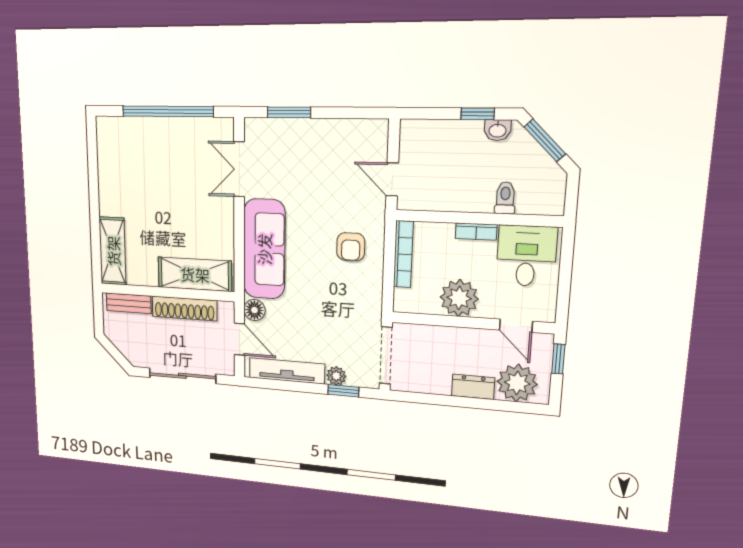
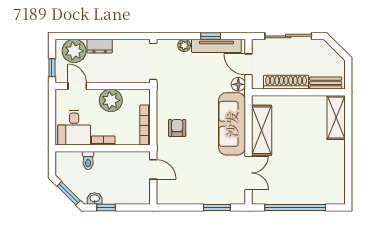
shelving: (195, 274) -> (262, 130), moved, turned 90
window: (343, 391) -> (211, 36), moved

